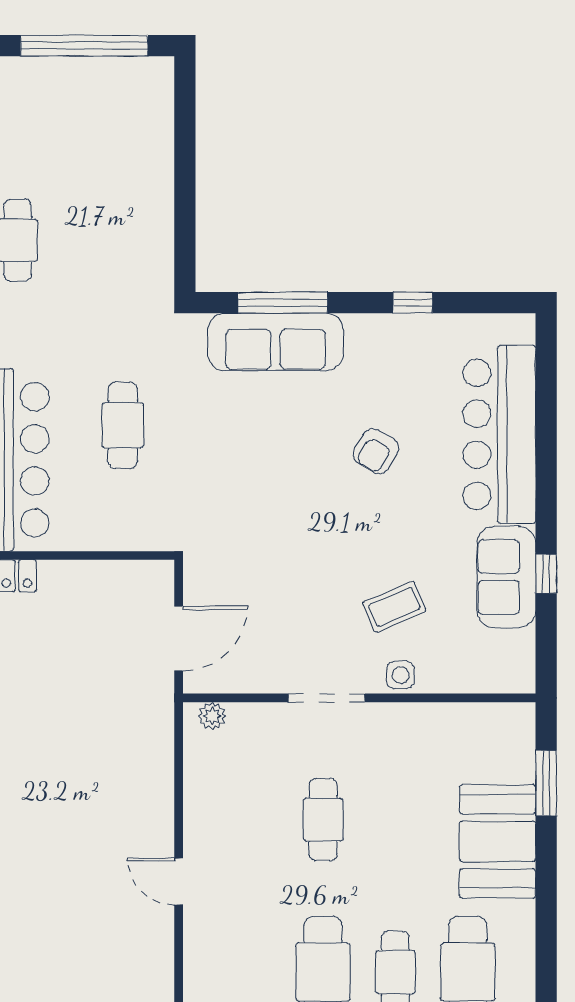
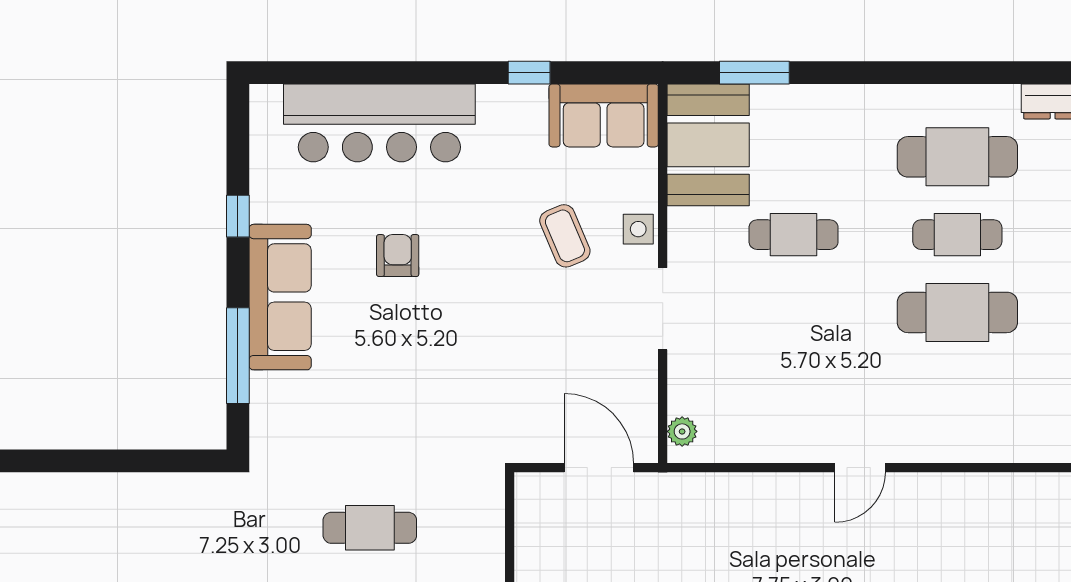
sofa: (276, 342) -> (280, 297), moved
armchair: (376, 451) -> (398, 256), turned -120
sofa: (506, 577) -> (604, 115), moved
cafe table: (323, 820) -> (794, 235), moved
booth: (498, 841) -> (708, 145), moved, turned 90

